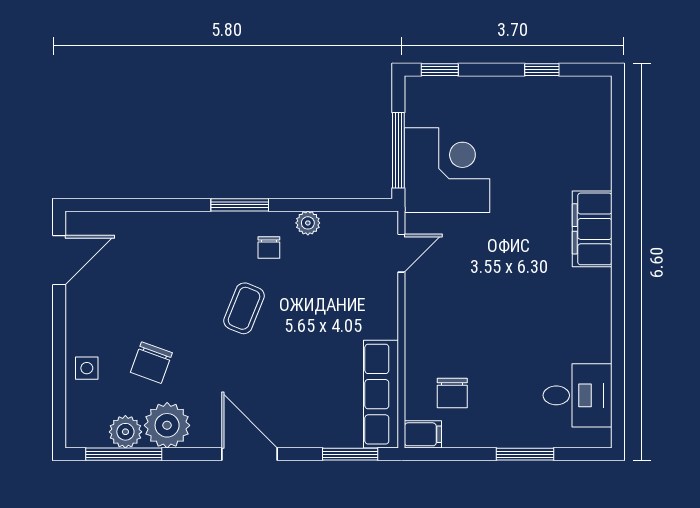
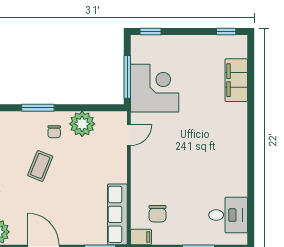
window: (542, 70) -> (226, 31), moved
plant: (308, 223) -> (82, 124), width x1.88, depth x1.88
filing cabinet: (592, 229) -> (236, 80), moved

